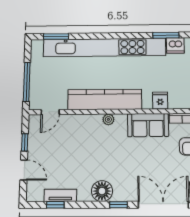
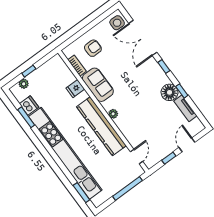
door: (50, 112) -> (136, 157), hinge flipped
floor lamp: (102, 191) -> (169, 92), moved
window: (55, 205) -> (182, 91), moved

